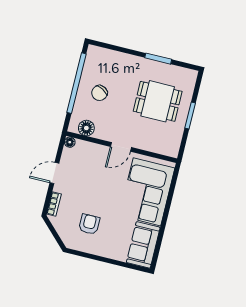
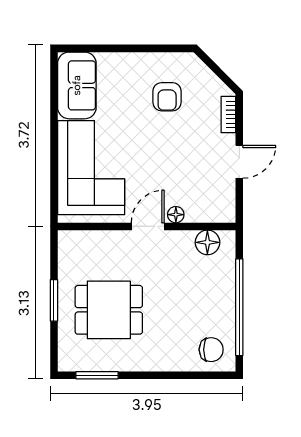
window: (158, 59) -> (97, 375), moved
chair: (99, 93) -> (211, 350), moved, turned 61
floor lamp: (70, 142) -> (176, 215), moved

